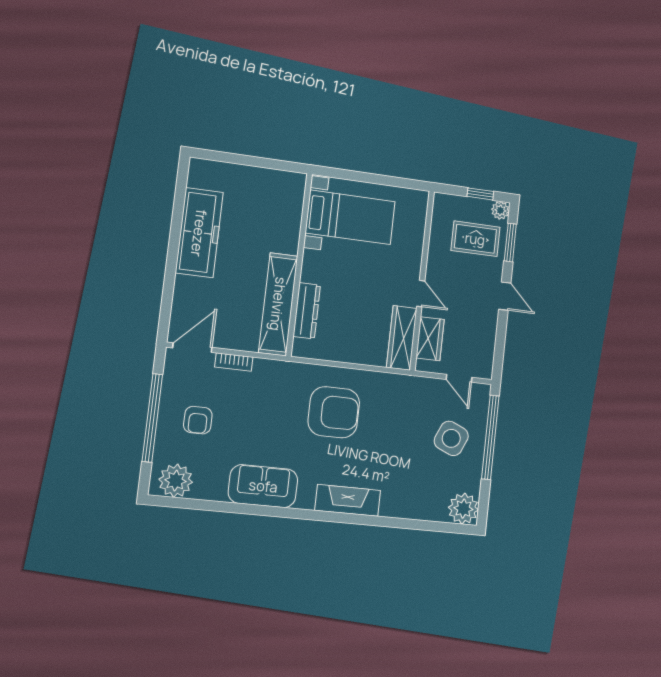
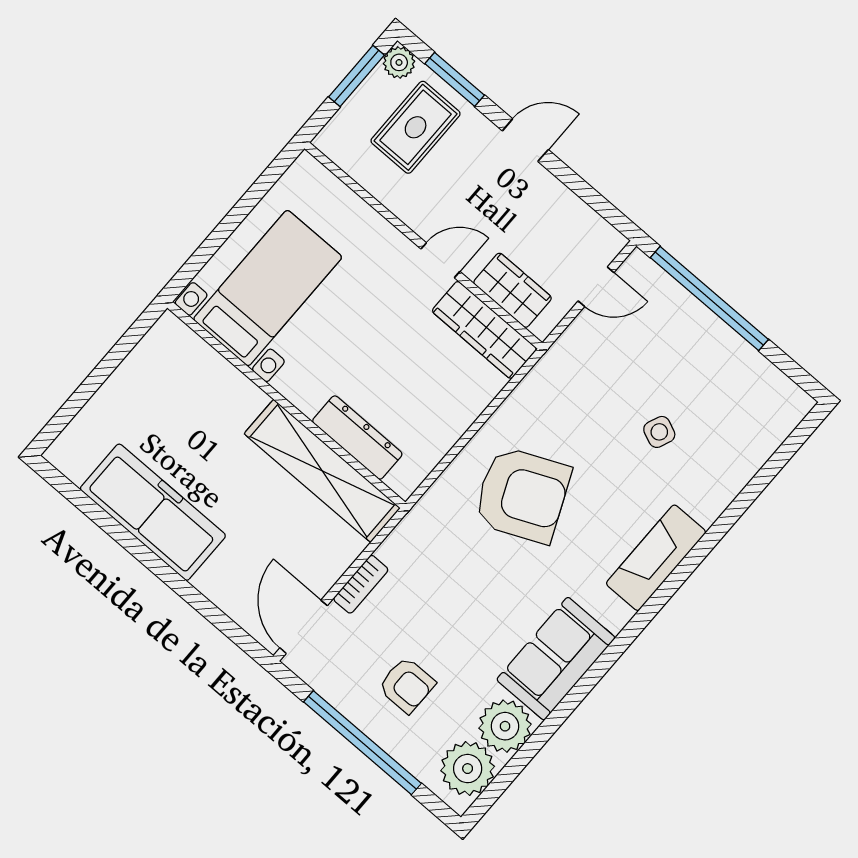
window: (480, 194) -> (357, 76), width x1.50
armchair: (334, 412) -> (522, 495), turned 66
side table: (451, 438) -> (659, 432), moved, width x0.54, depth x0.54
plant: (463, 509) -> (505, 726), moved

